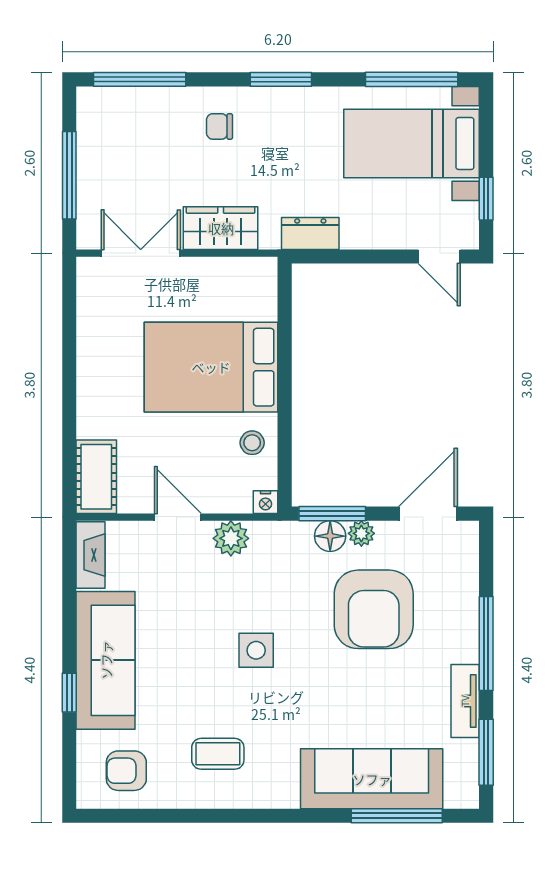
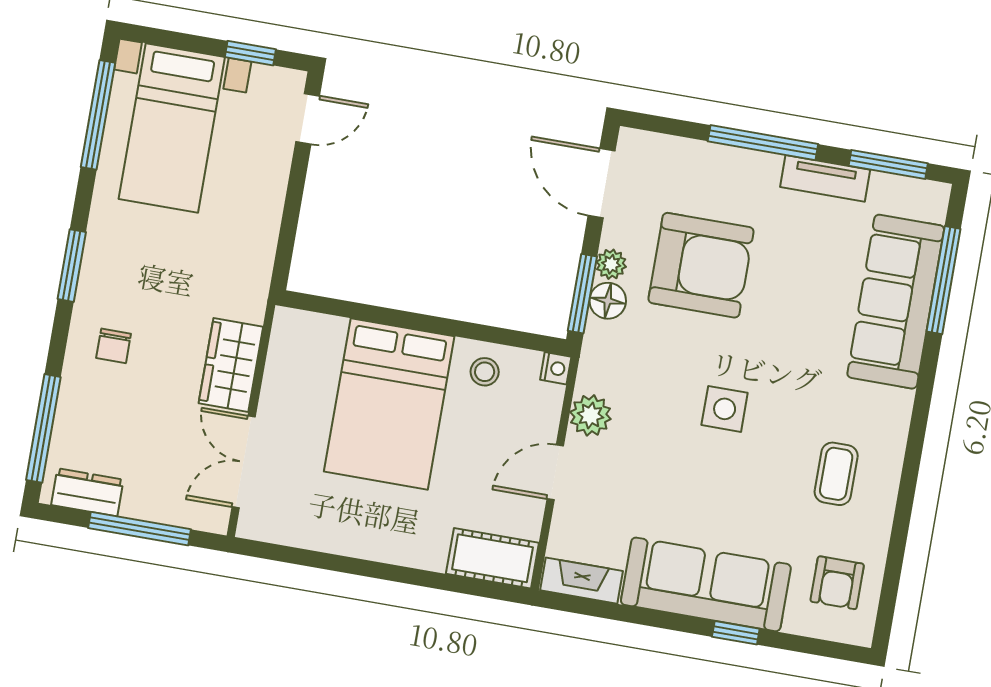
dresser: (310, 233) -> (87, 492), moved, turned 90

